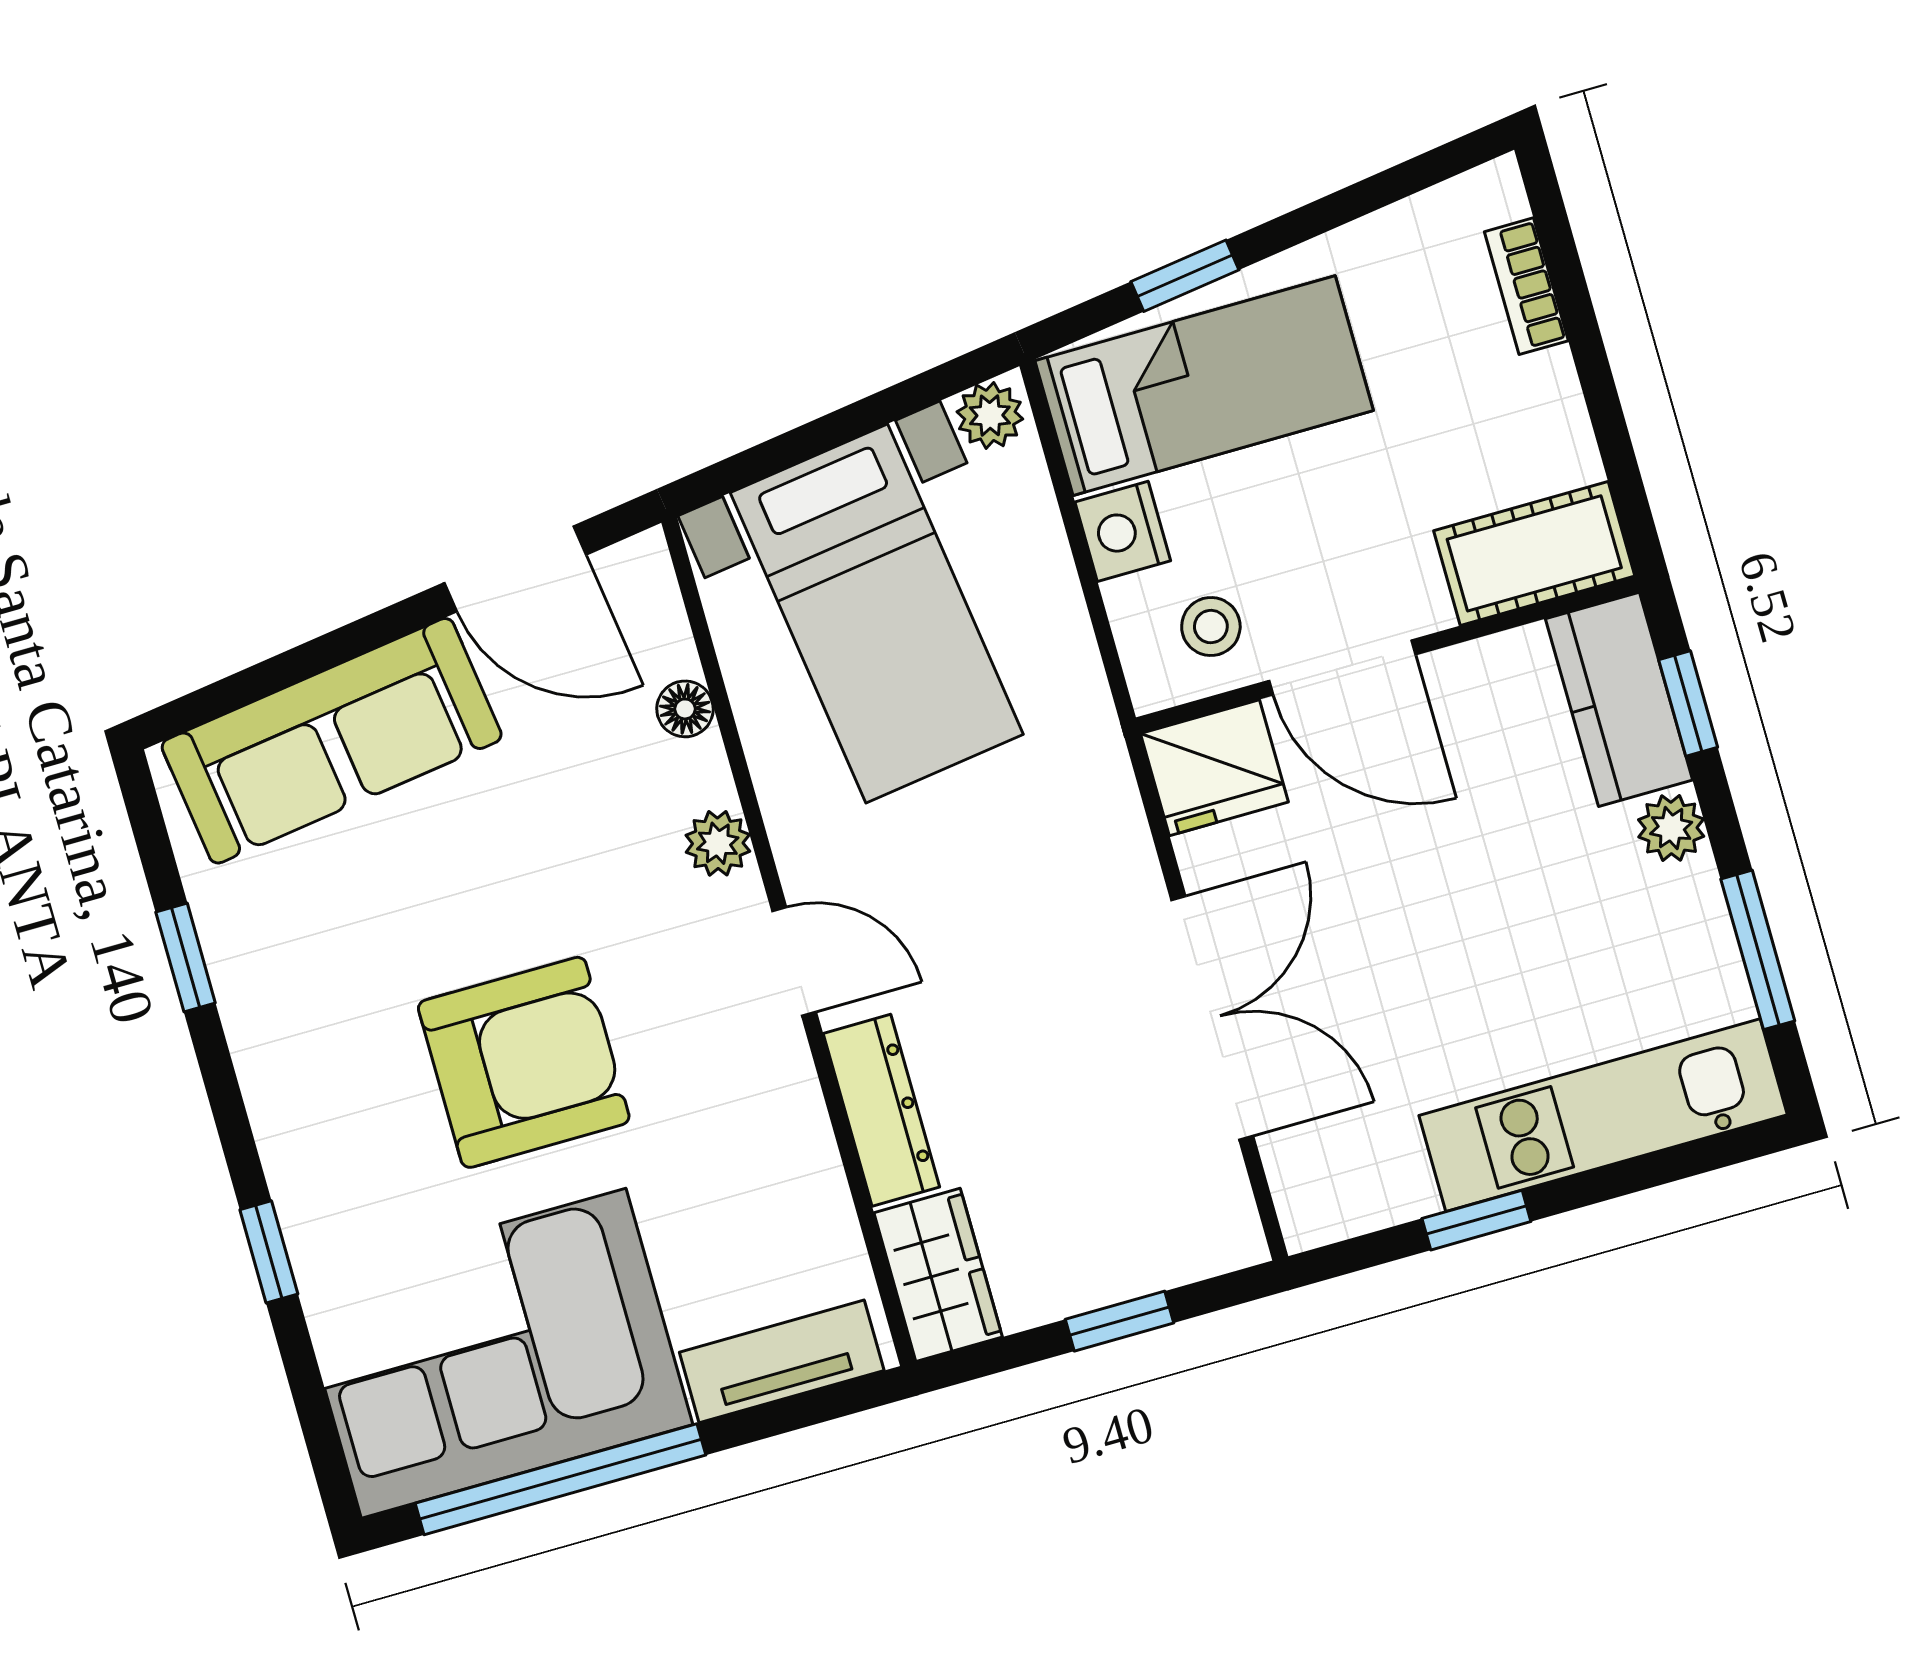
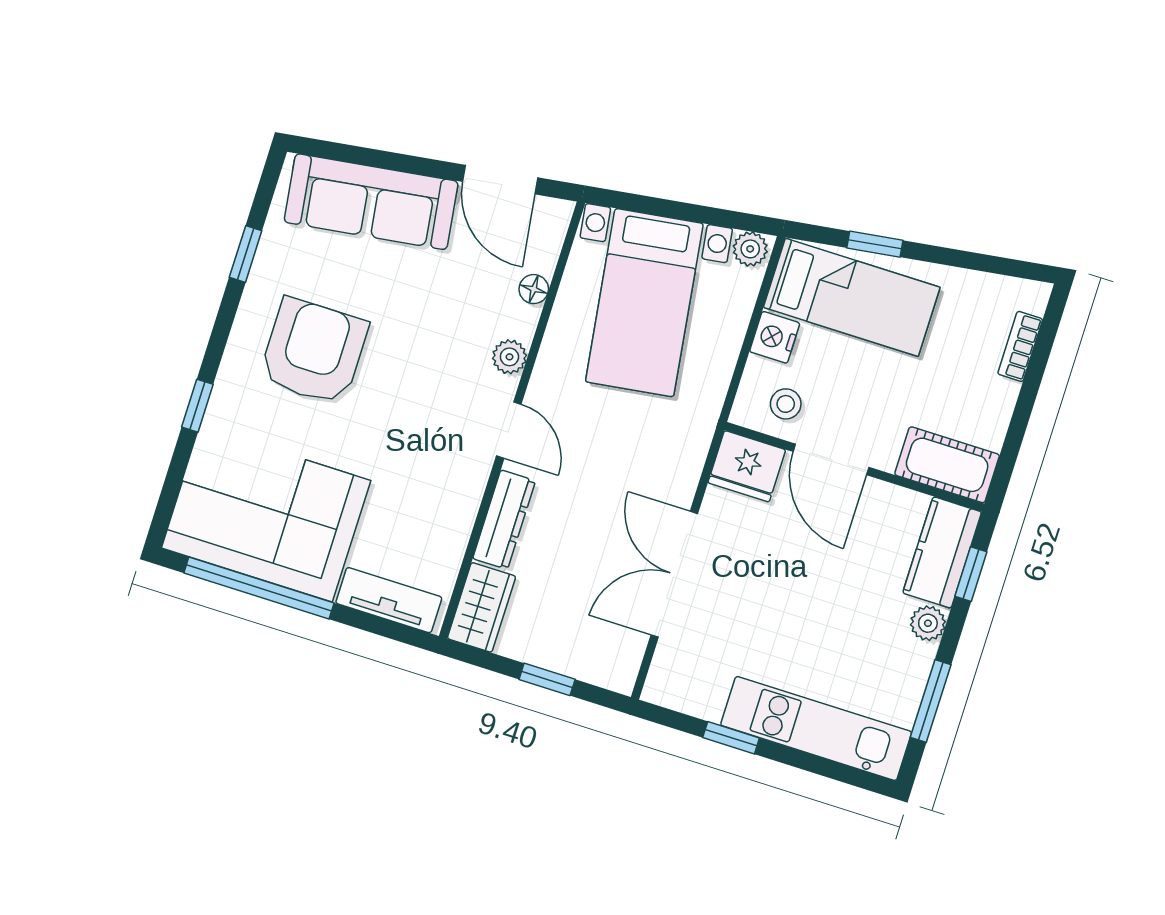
double door: (1212, 1018) -> (674, 574), swing flipped
armchair: (524, 1062) -> (314, 351), moved, turned -90

